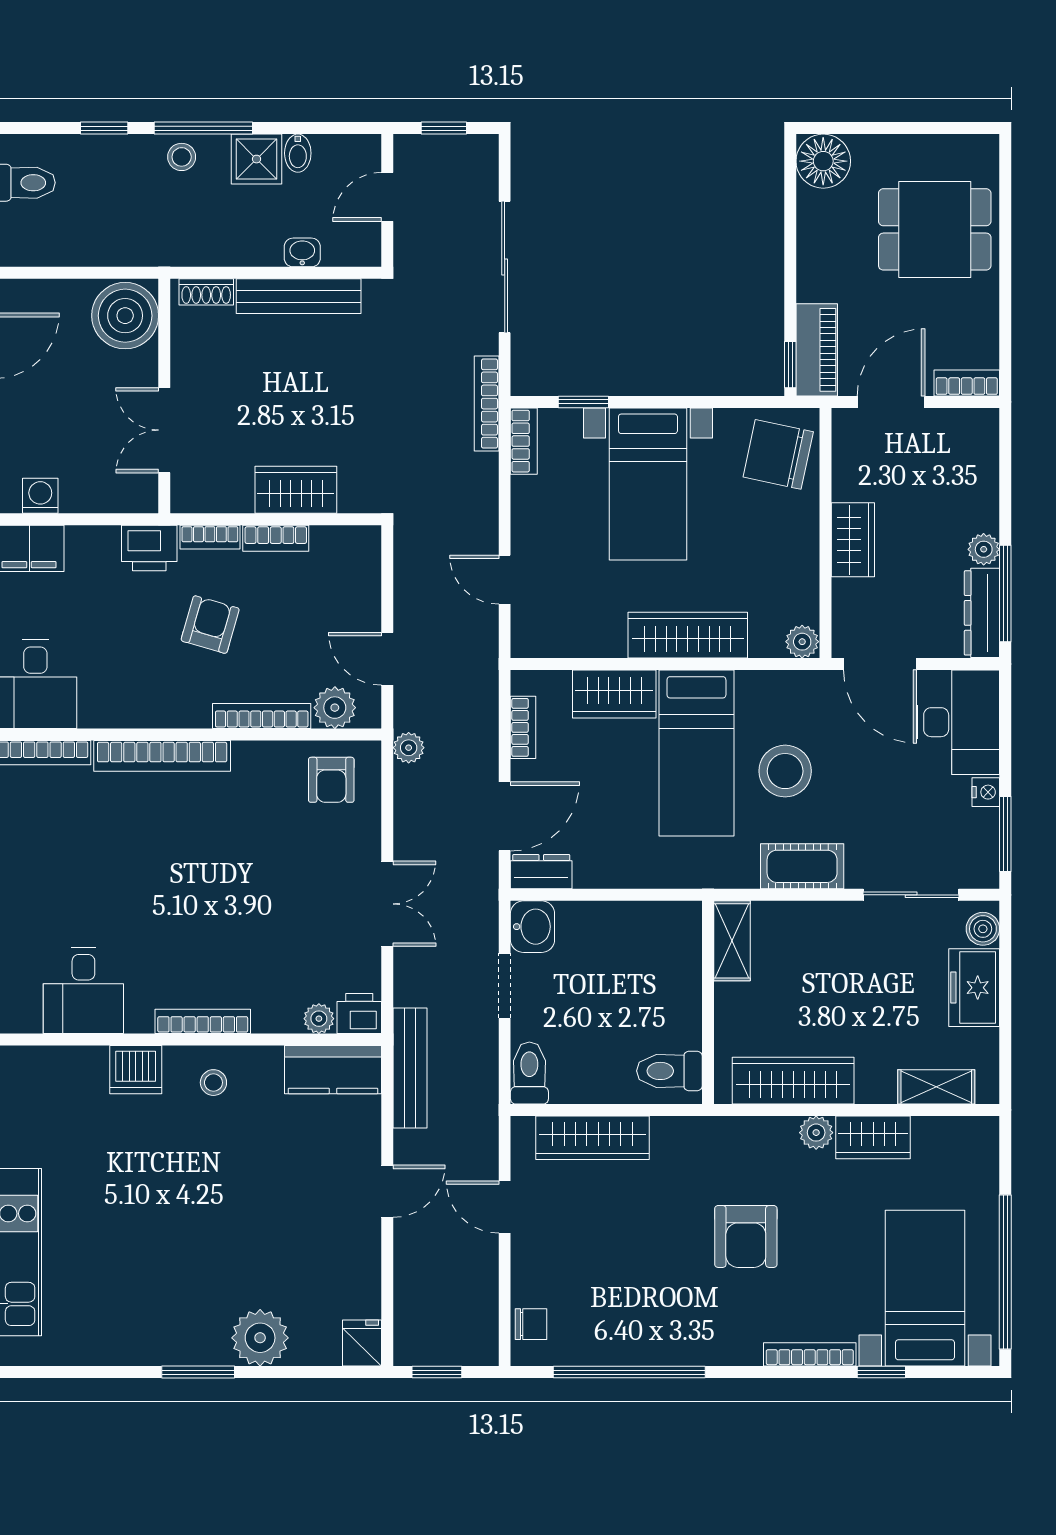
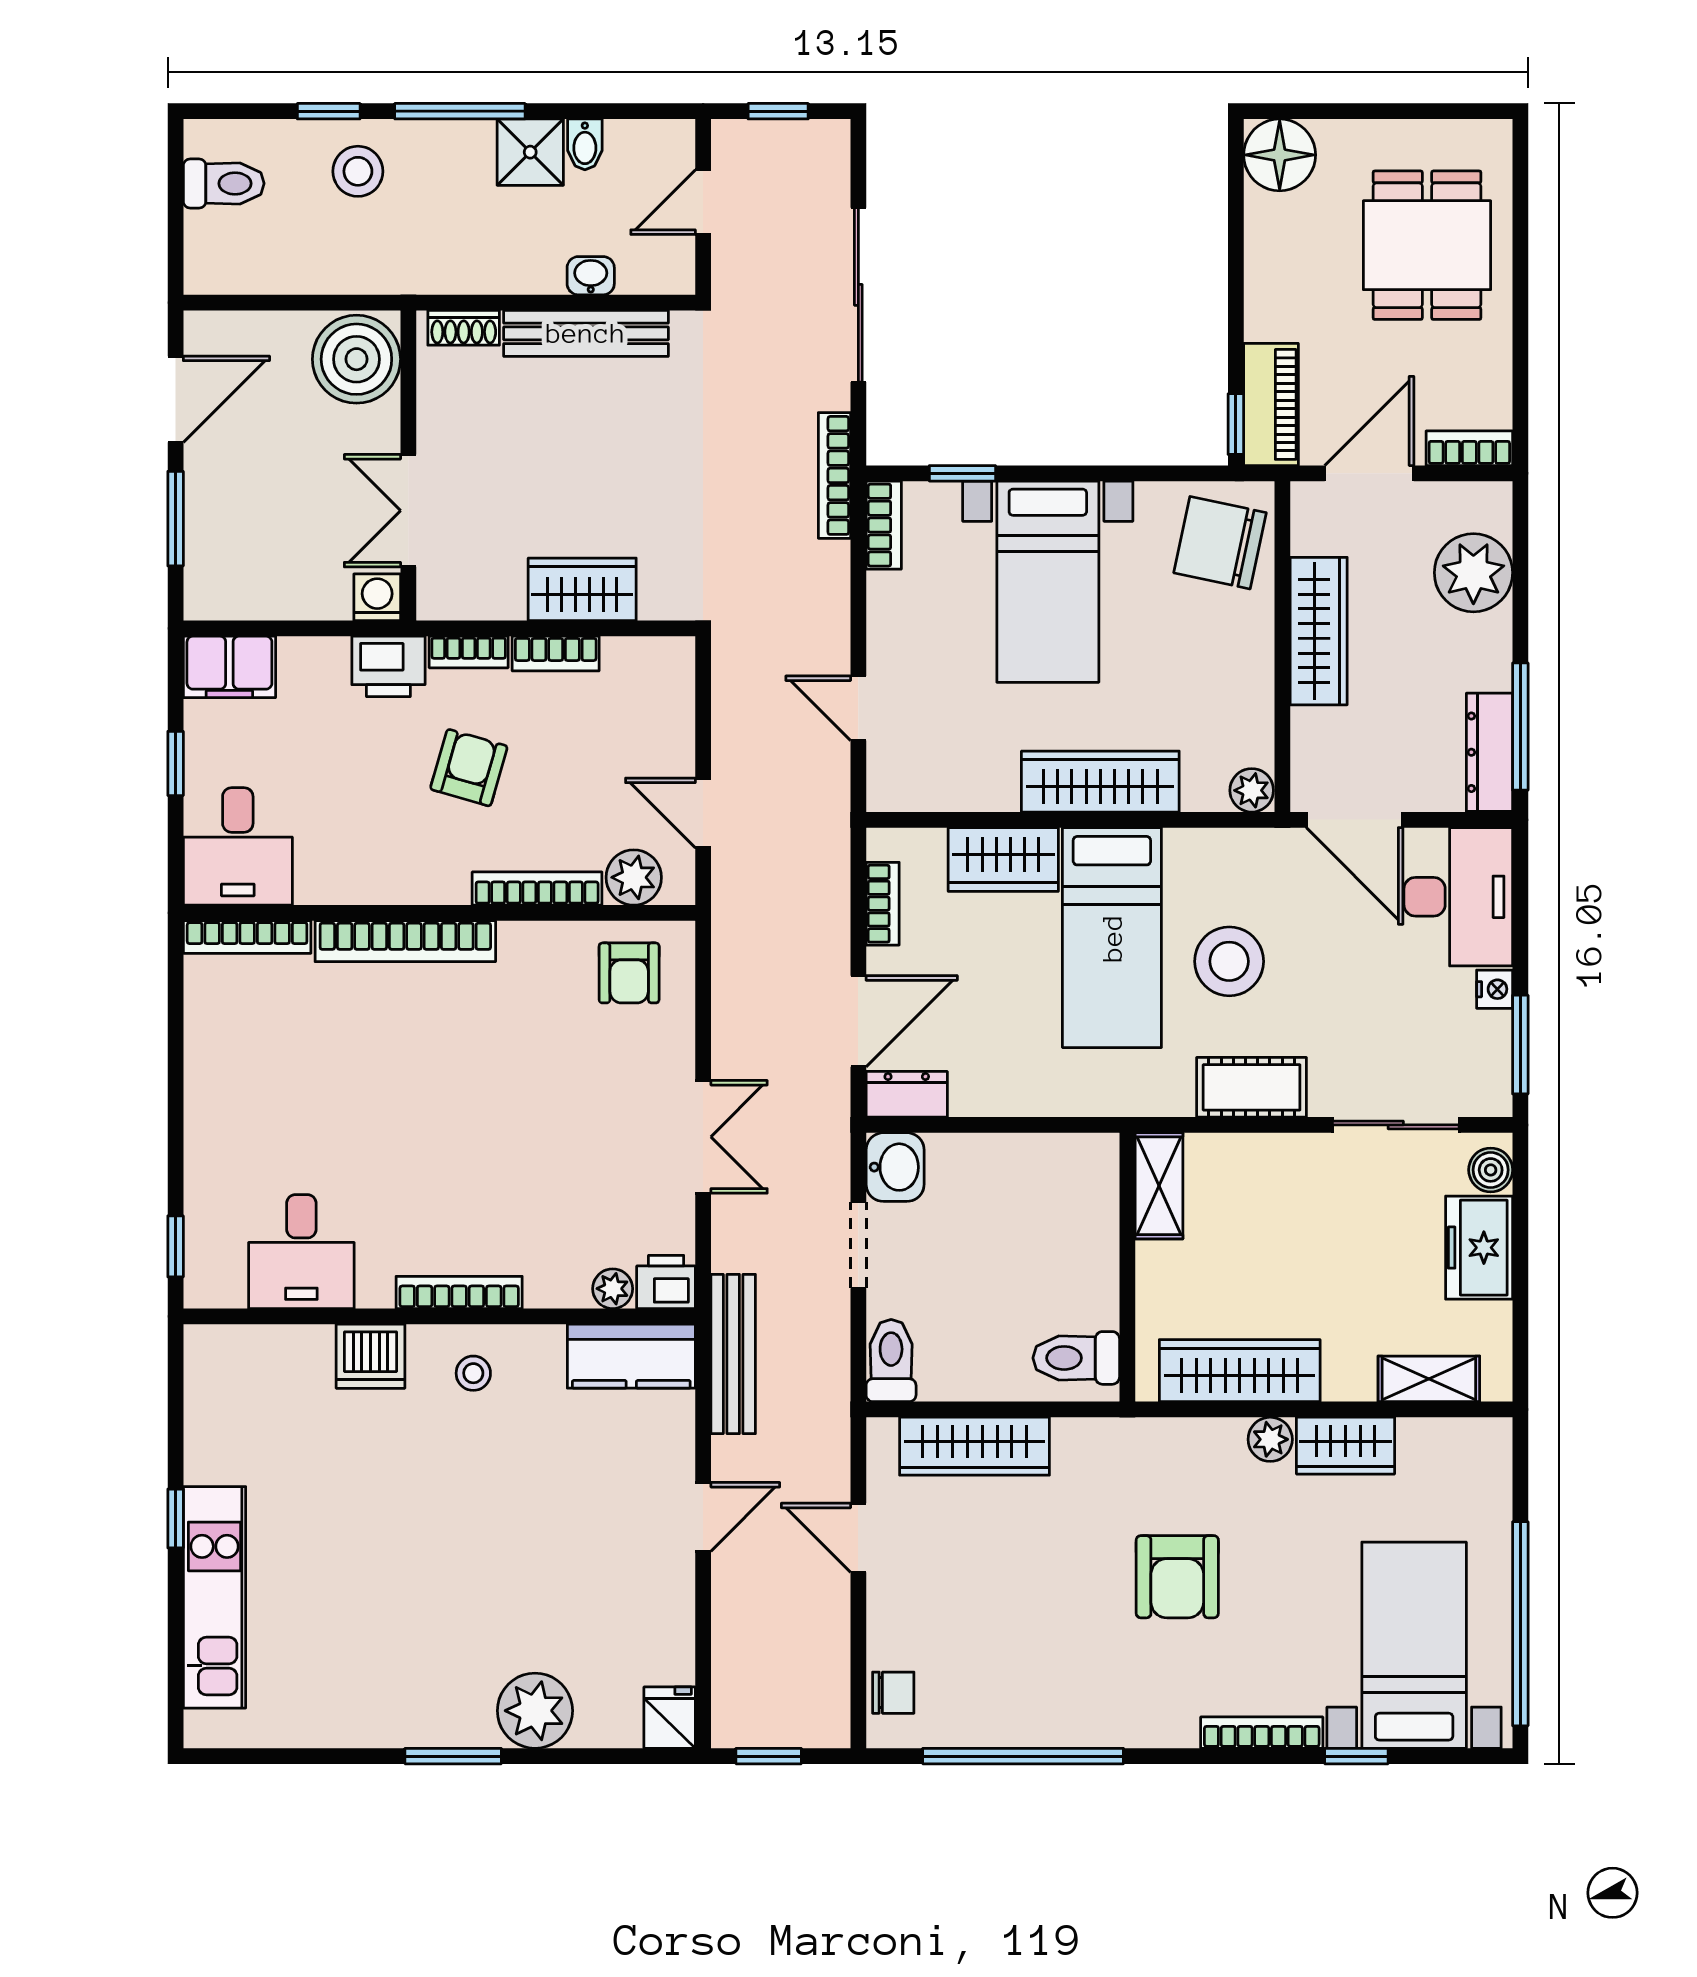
stool: (182, 157) -> (358, 171), moved, width x1.37, depth x1.37
dining table: (935, 229) -> (1427, 245), turned 90
washing machine: (40, 496) -> (377, 597), moved
wardrobe: (853, 540) -> (1319, 631), width x1.50
plant: (984, 549) -> (1473, 573), moved, width x1.88, depth x1.88
plant: (409, 748) -> (731, 931), removed

